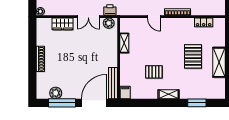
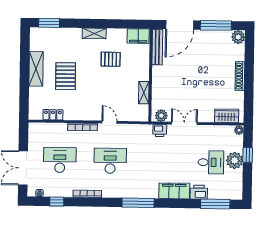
wardrobe: (63, 24) -> (227, 116), moved
filing cabinet: (125, 92) -> (138, 36), width x2.00
plant: (56, 93) -> (238, 37), moved
window: (197, 103) -> (49, 23), moved

